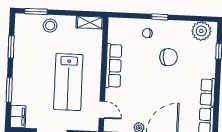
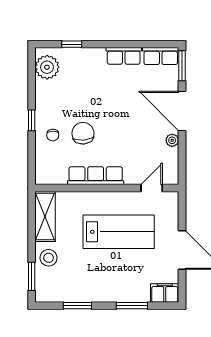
shelving: (90, 22) -> (45, 216), width x1.50, depth x1.33
chair: (169, 57) -> (83, 133), moved

